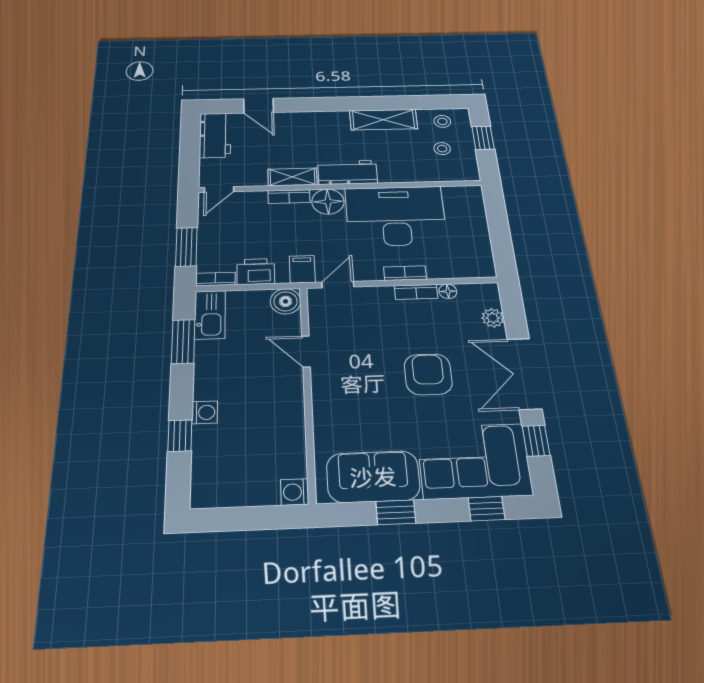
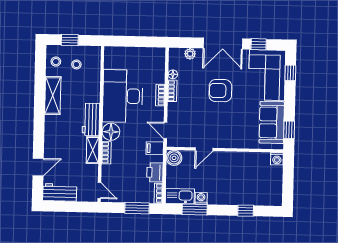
washing machine: (205, 412) -> (201, 198), moved
window: (396, 512) -> (289, 130), moved

